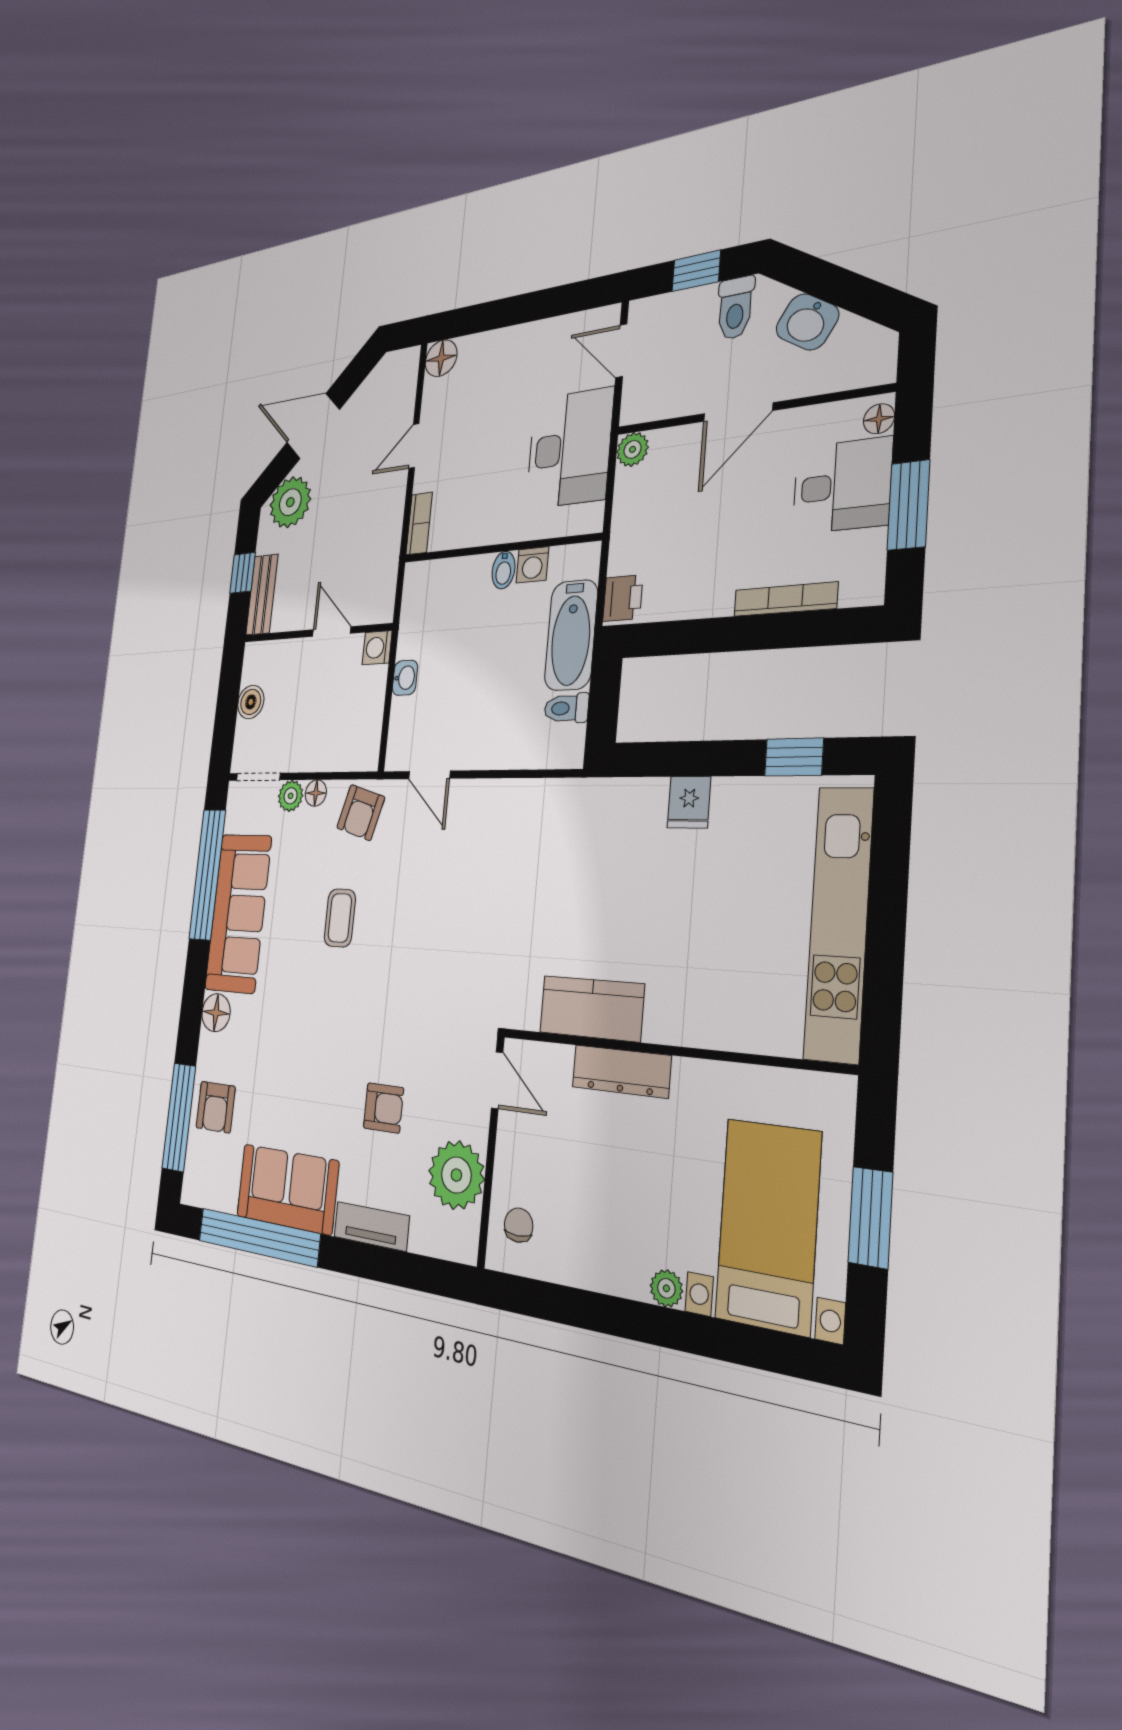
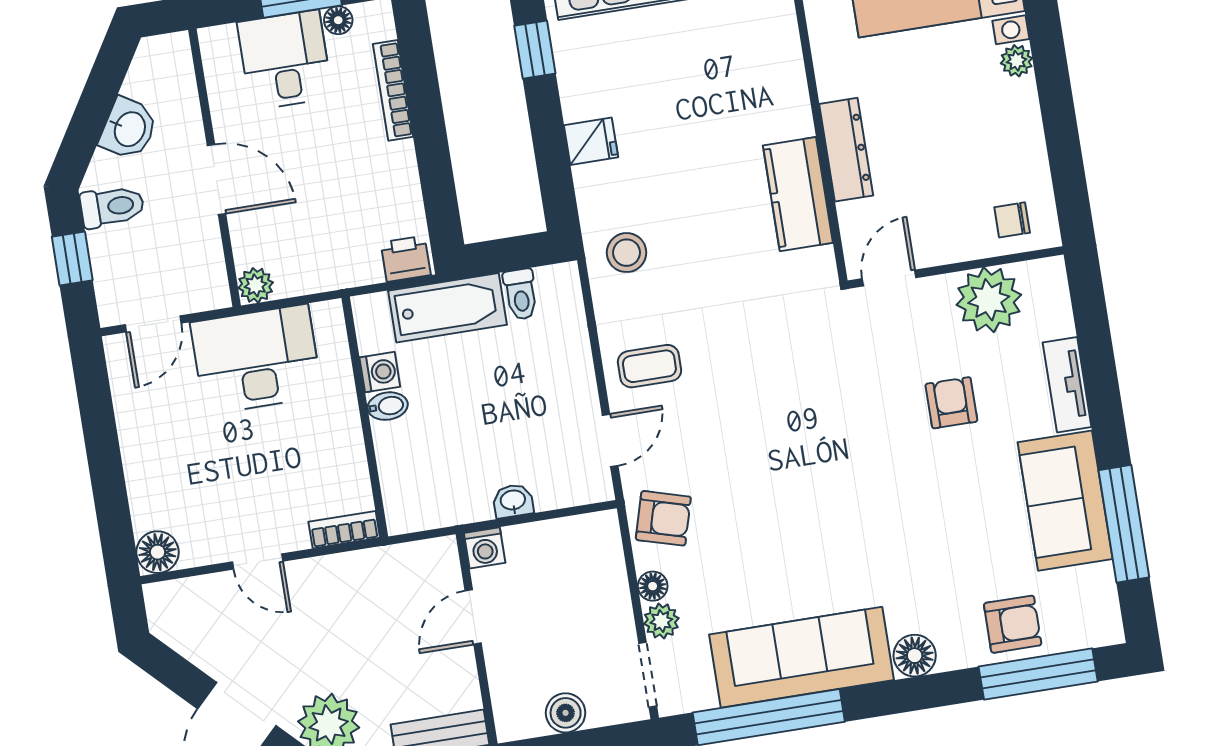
floor lamp: (879, 419) -> (338, 20), moved
stool: (579, 820) -> (627, 253), added
coffee table: (340, 918) -> (649, 366), moved
window: (258, 1237) -> (1124, 524), width x0.68

